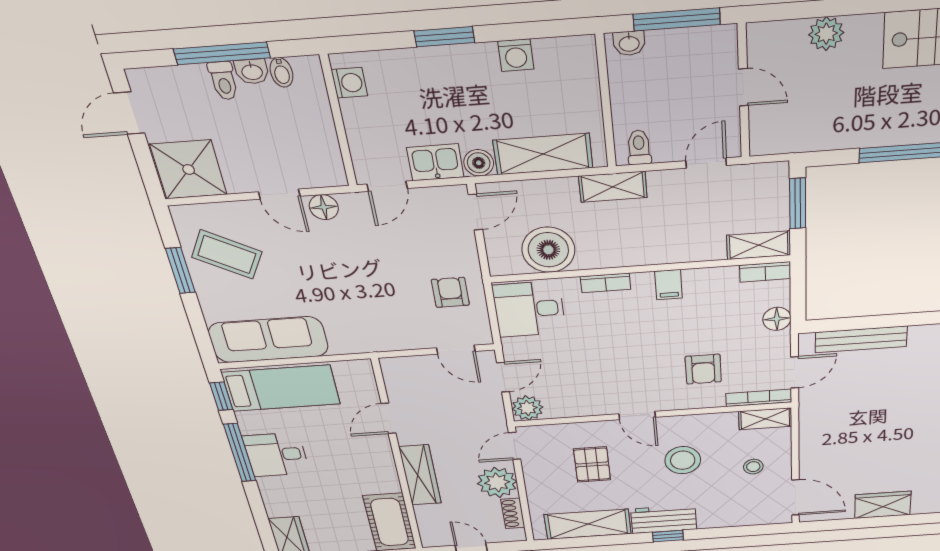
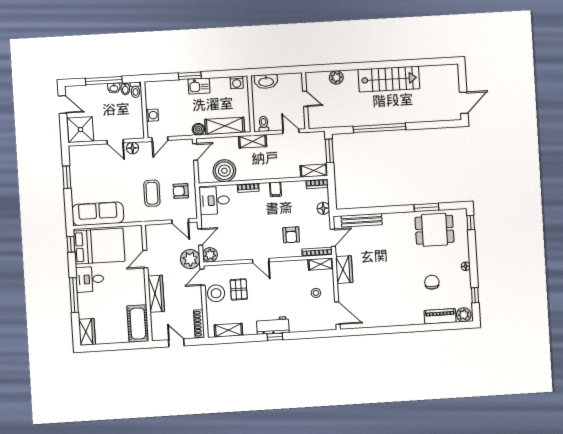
window: (677, 19) -> (279, 71), removed
washbasin: (629, 43) -> (266, 82), width x1.91, depth x1.45
washing machine: (516, 55) -> (237, 82), moved
toilet: (223, 81) -> (135, 90), moved
washing machine: (349, 83) -> (152, 115), moved
door: (129, 113) -> (62, 104), swing flipped
kitchen sink: (435, 162) -> (199, 86), moved, turned 180
door: (706, 163) -> (291, 131), hinge flipped
coffee table: (227, 255) -> (152, 193), moved, turned 61
armchair: (450, 292) -> (181, 191), turned -90
bed: (281, 388) -> (99, 246), width x1.50
window: (240, 453) -> (74, 295), moved
stool: (683, 460) -> (216, 293), moved
plant: (497, 482) -> (190, 259), moved
wardrobe: (883, 505) -> (344, 270), moved, turned 90
shoe rack: (513, 513) -> (199, 324), width x1.43
shelving: (588, 524) -> (228, 330), width x0.67, depth x0.75

